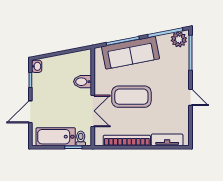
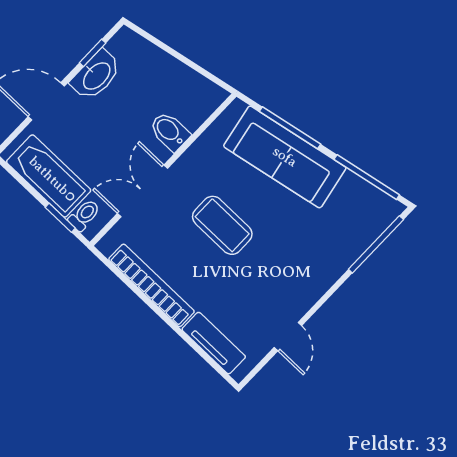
plant: (179, 39) -> (378, 207), removed
washbasin: (37, 66) -> (96, 75), moved, width x1.91, depth x1.45
coffee table: (131, 97) -> (222, 225), width x0.73, depth x0.76
door: (190, 97) -> (288, 337), moved
double door: (93, 111) -> (142, 191), swing flipped

